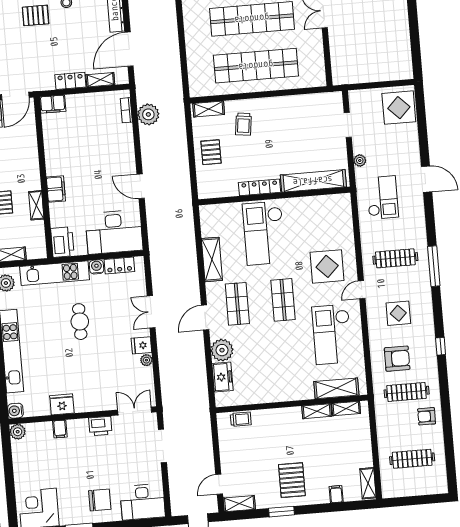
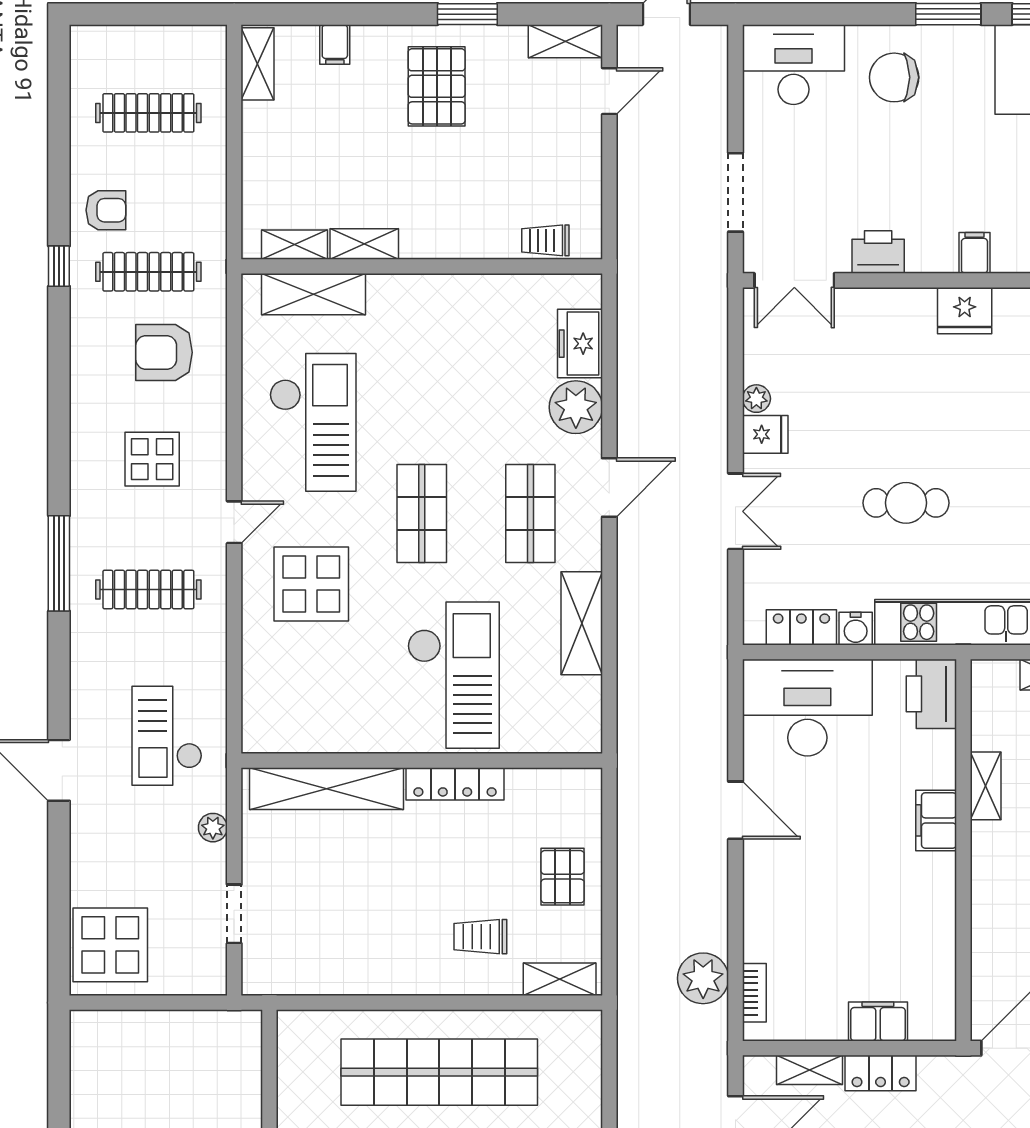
filing cabinet: (53, 104) -> (878, 1021), moved
trolley: (243, 124) -> (480, 937), turned -97
cafe table: (80, 322) -> (906, 503), turned 90
window: (441, 346) -> (59, 266), moved

